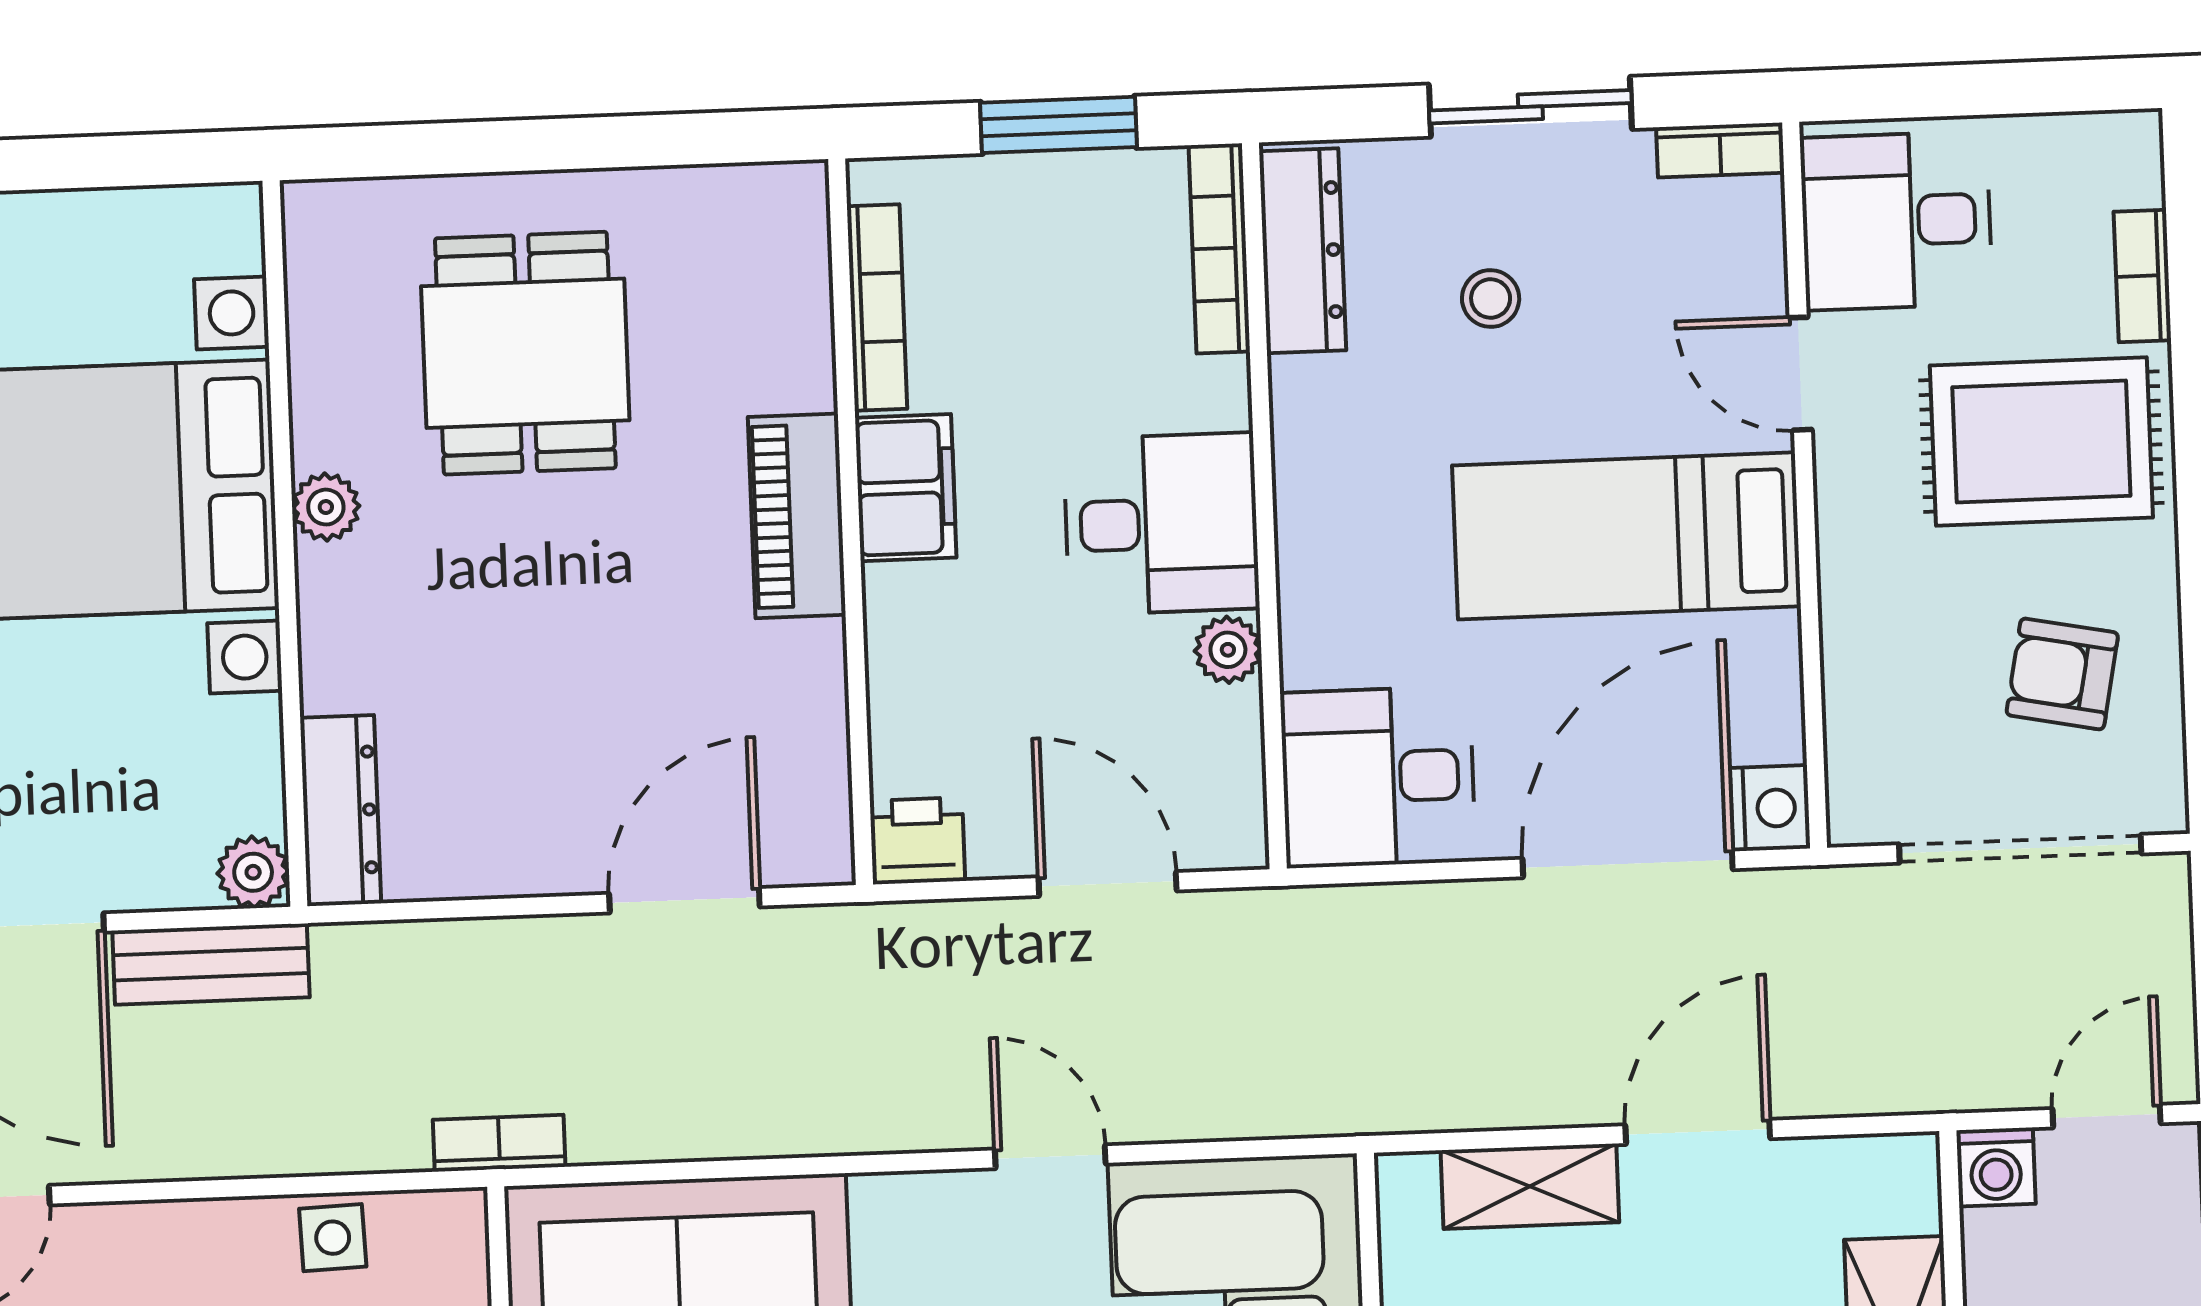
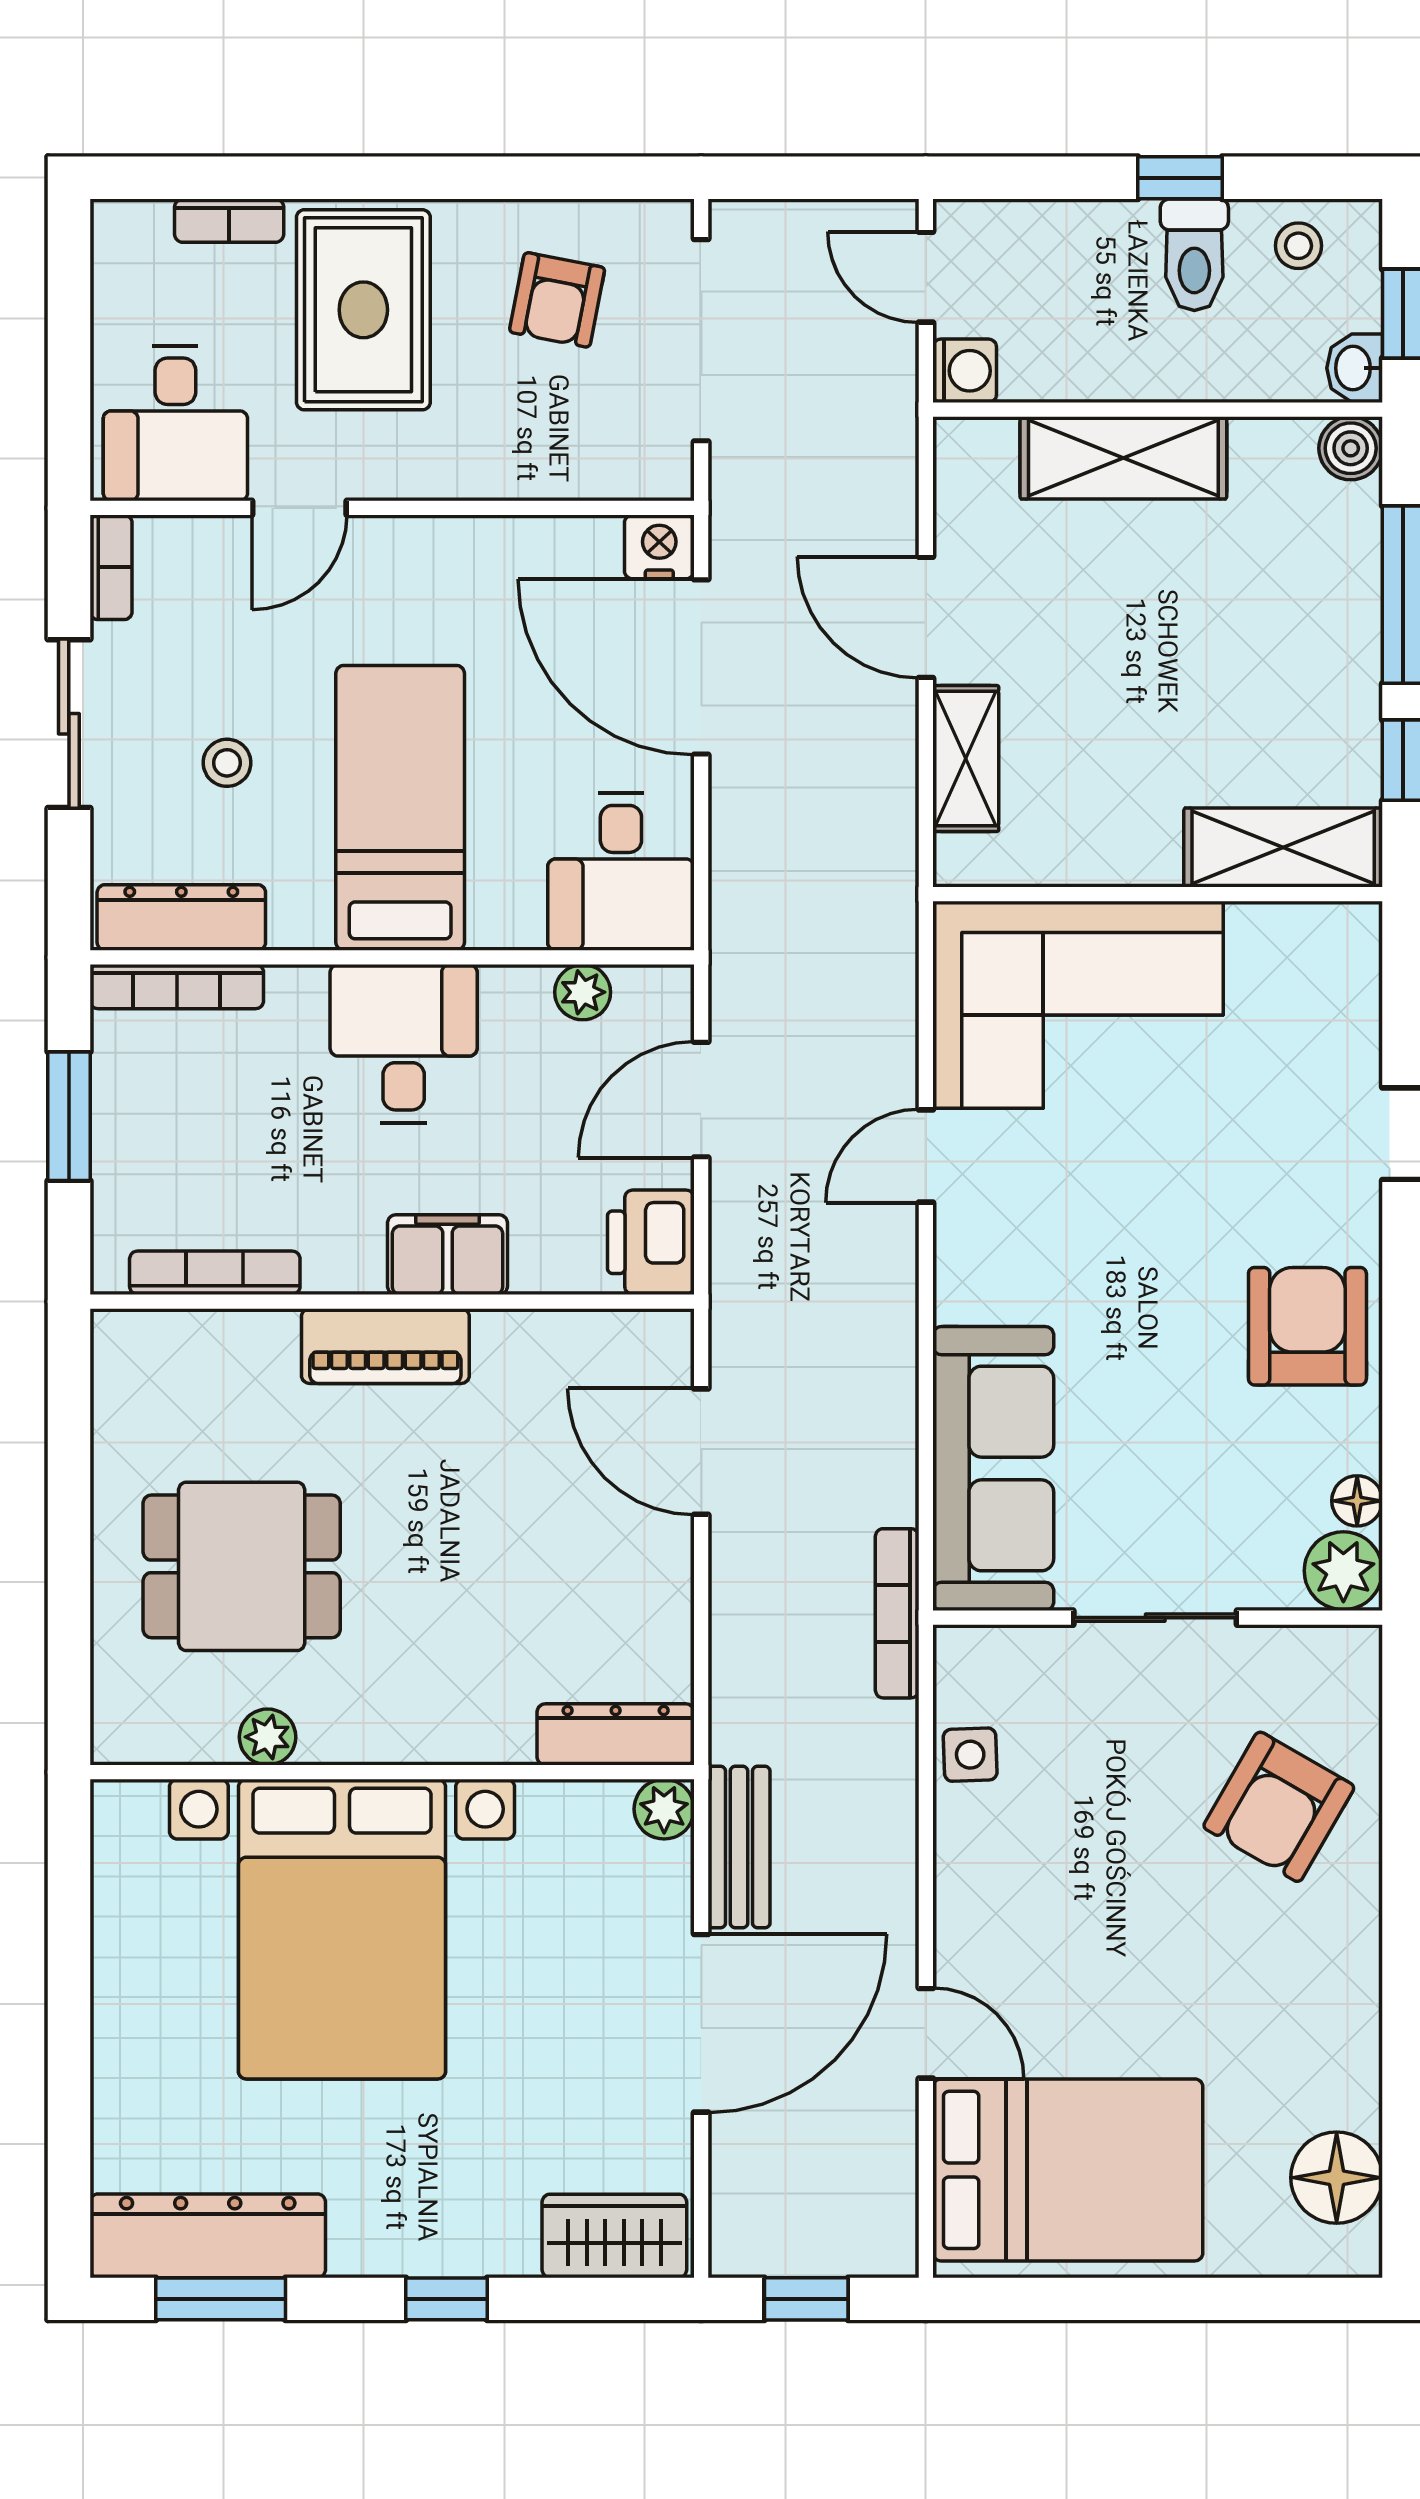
filing cabinet: (906, 488) -> (447, 1255), moved
plant: (326, 507) -> (268, 1737), moved
bed: (1626, 536) -> (400, 808), moved, turned 180
plant: (1228, 650) -> (583, 992), moved
printer: (917, 841) -> (651, 1242), width x1.36, depth x1.24
bookcase: (499, 1143) -> (897, 1613), width x1.56

